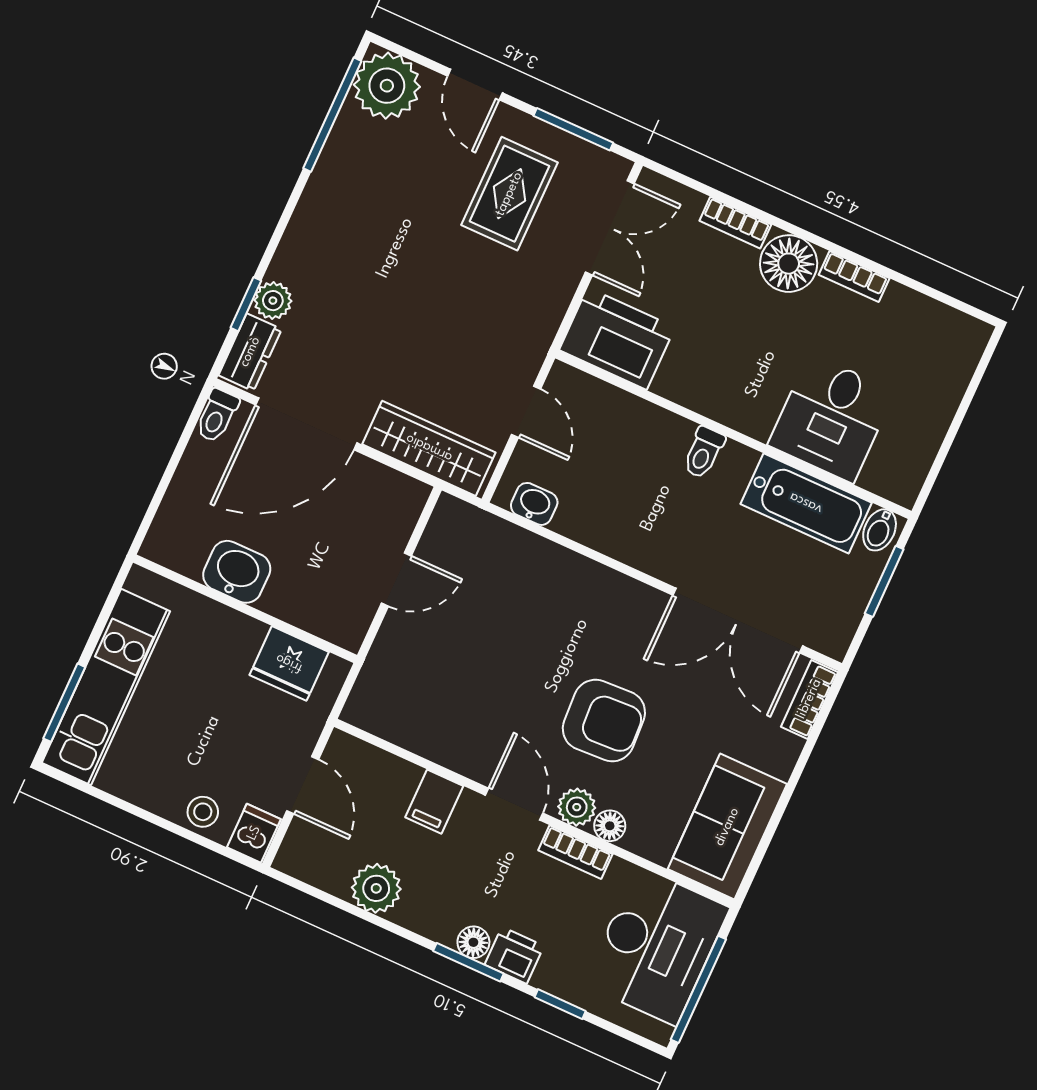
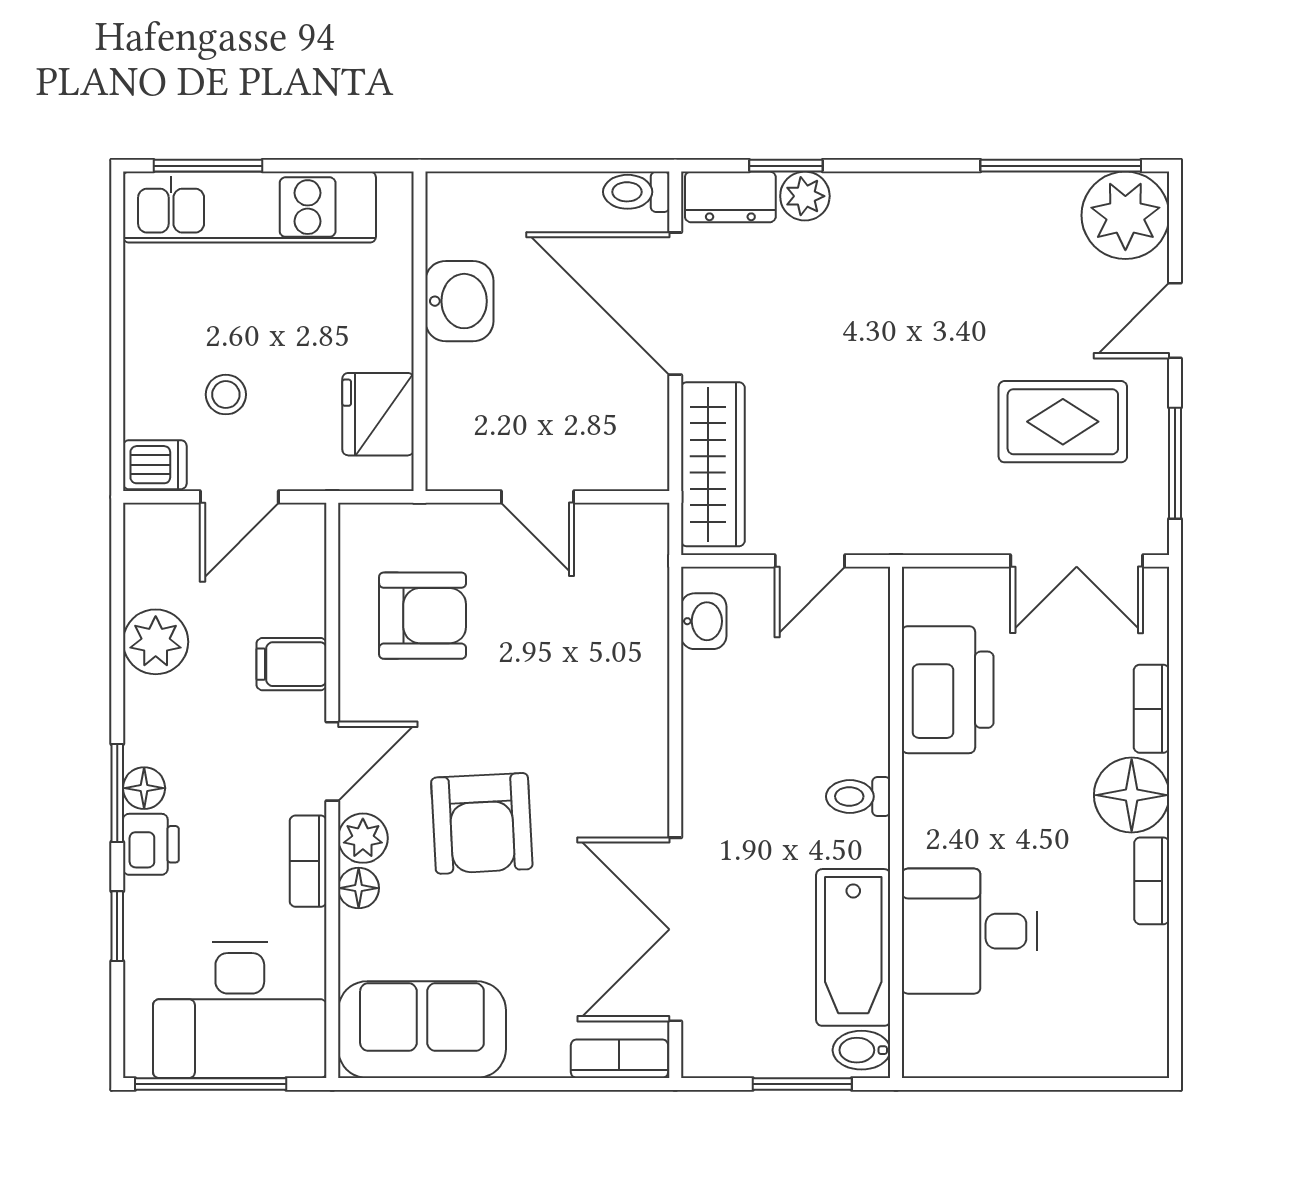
printer: (617, 339) -> (948, 690), moved
armchair: (442, 696) -> (423, 616), added
stool: (203, 812) -> (226, 395), moved

